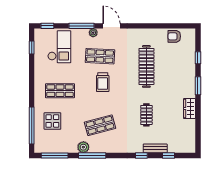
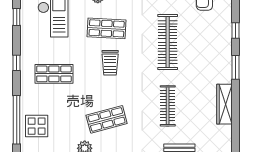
window: (32, 82) -> (17, 63), added
wardrobe: (190, 109) -> (225, 104), width x1.50
clothes rail: (146, 115) -> (168, 106), width x1.36
display table: (52, 121) -> (37, 126), moved

